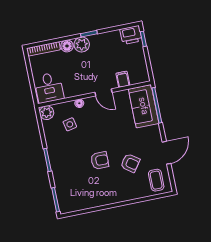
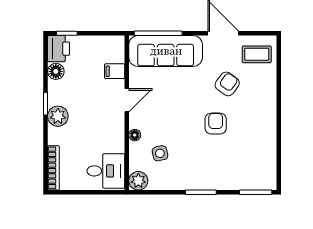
floor lamp: (67, 46) -> (56, 71), moved
sofa: (144, 106) -> (166, 51), width x1.36

